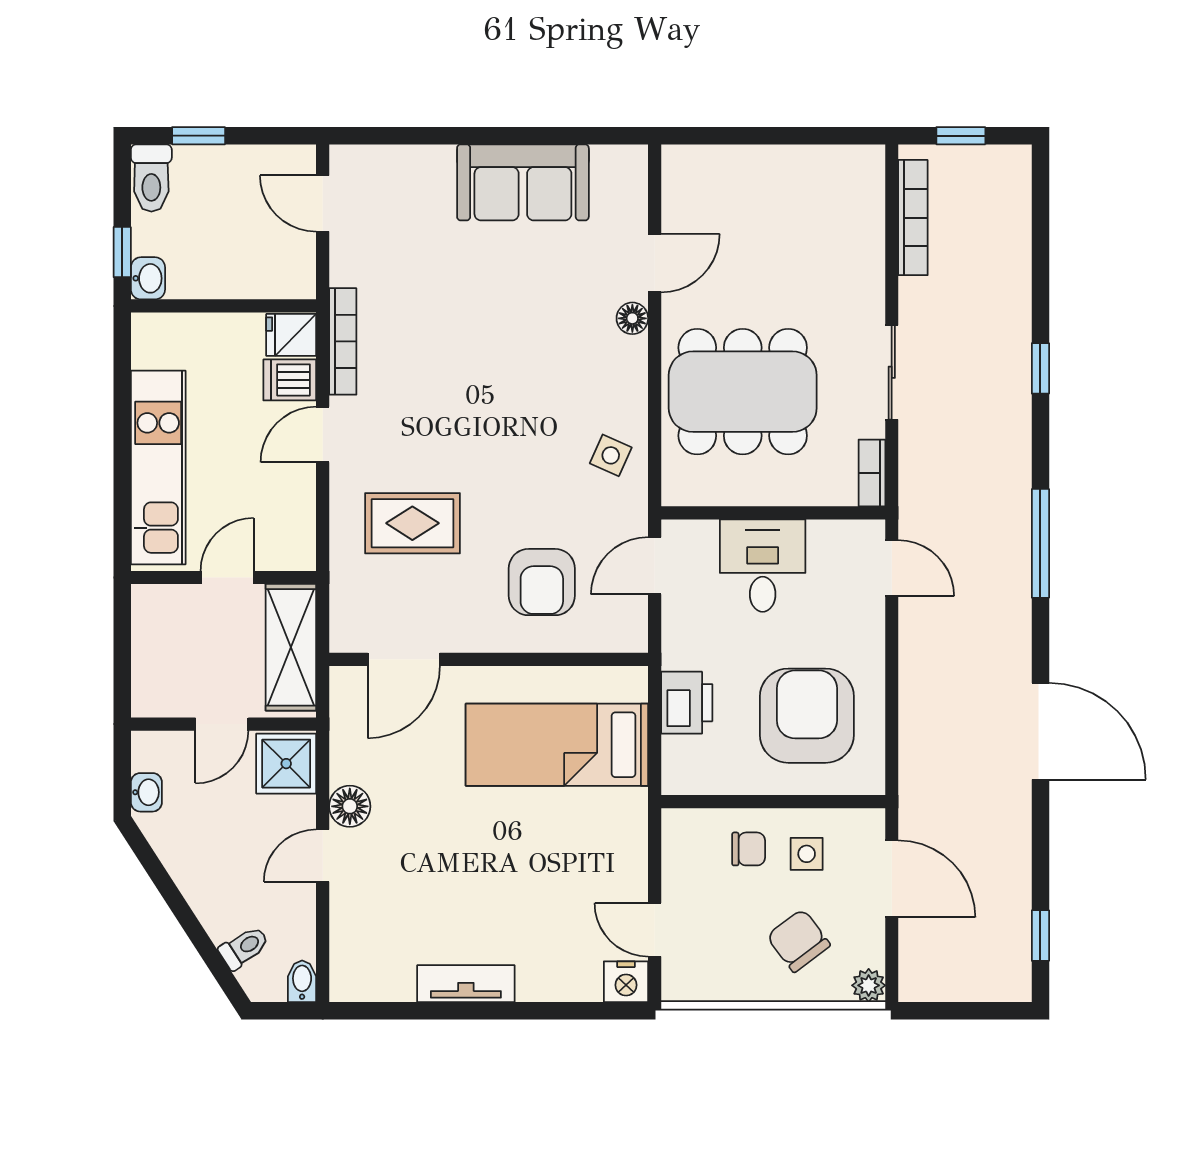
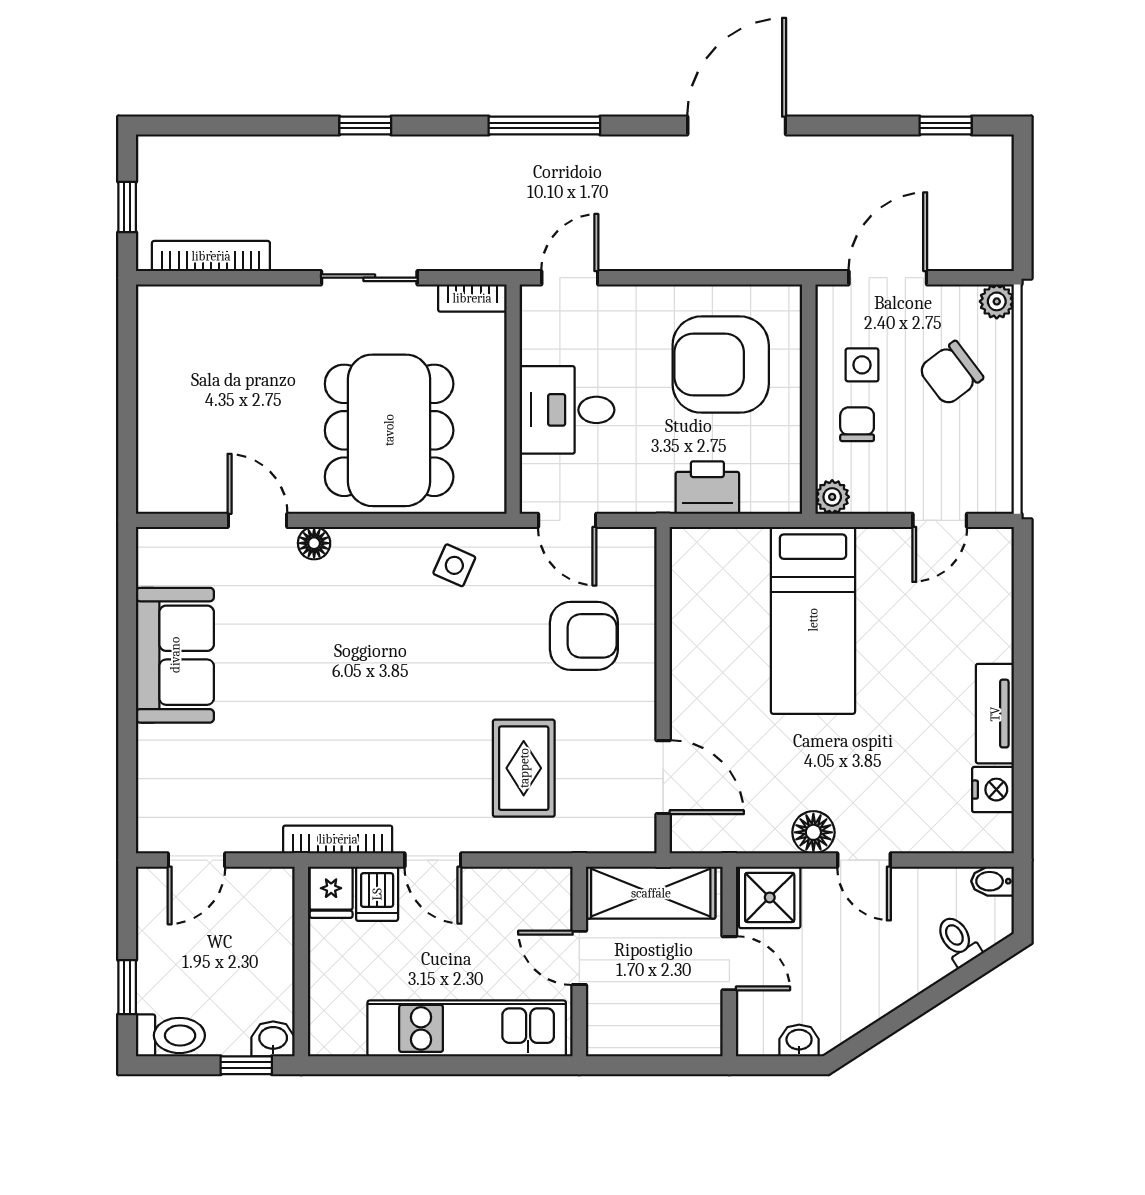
bed: (557, 745) -> (813, 620), moved
plant: (678, 825) -> (832, 497), added
nightstand: (626, 982) -> (993, 790), moved

